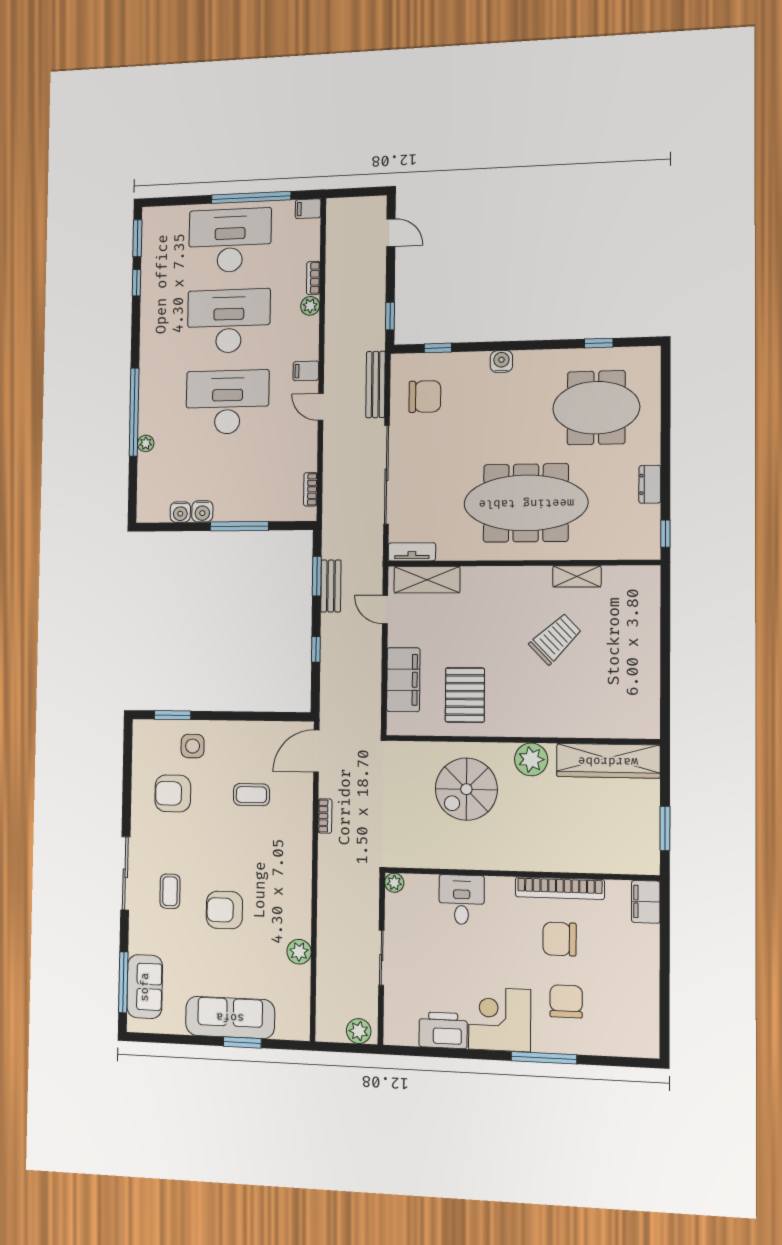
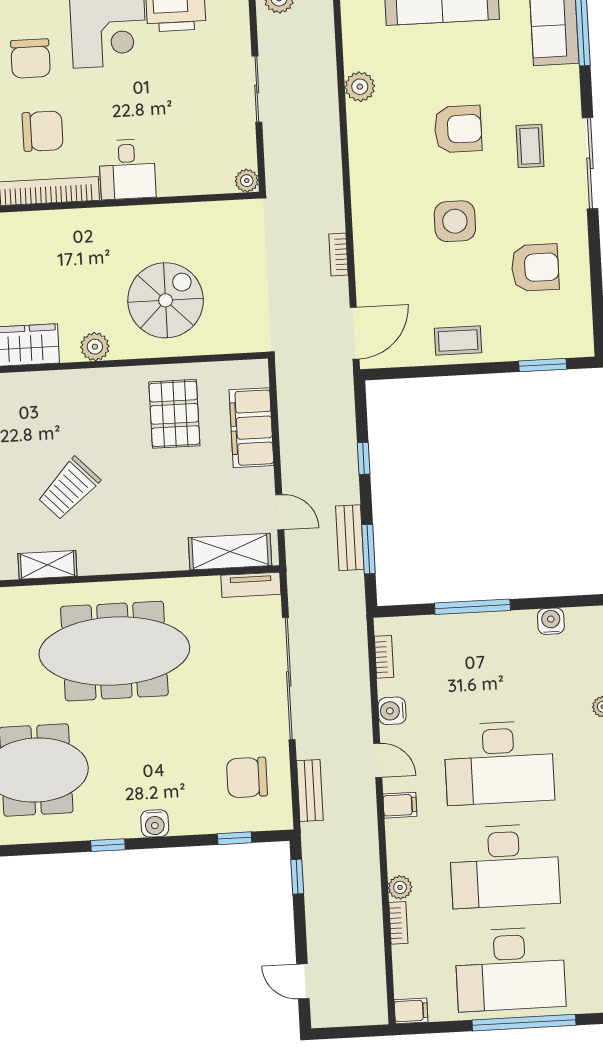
window: (251, 197) -> (524, 1023), moved
window: (599, 343) -> (108, 845), moved
bench: (376, 384) -> (310, 791), width x0.73
water cooler: (202, 511) -> (392, 711), moved, turned -90
side table: (193, 746) -> (455, 221), moved, width x1.37, depth x1.37
plant: (531, 759) -> (95, 347), width x0.73, depth x0.73
coffee table: (251, 795) -> (458, 340), moved
desk: (462, 900) -> (127, 169), moved

